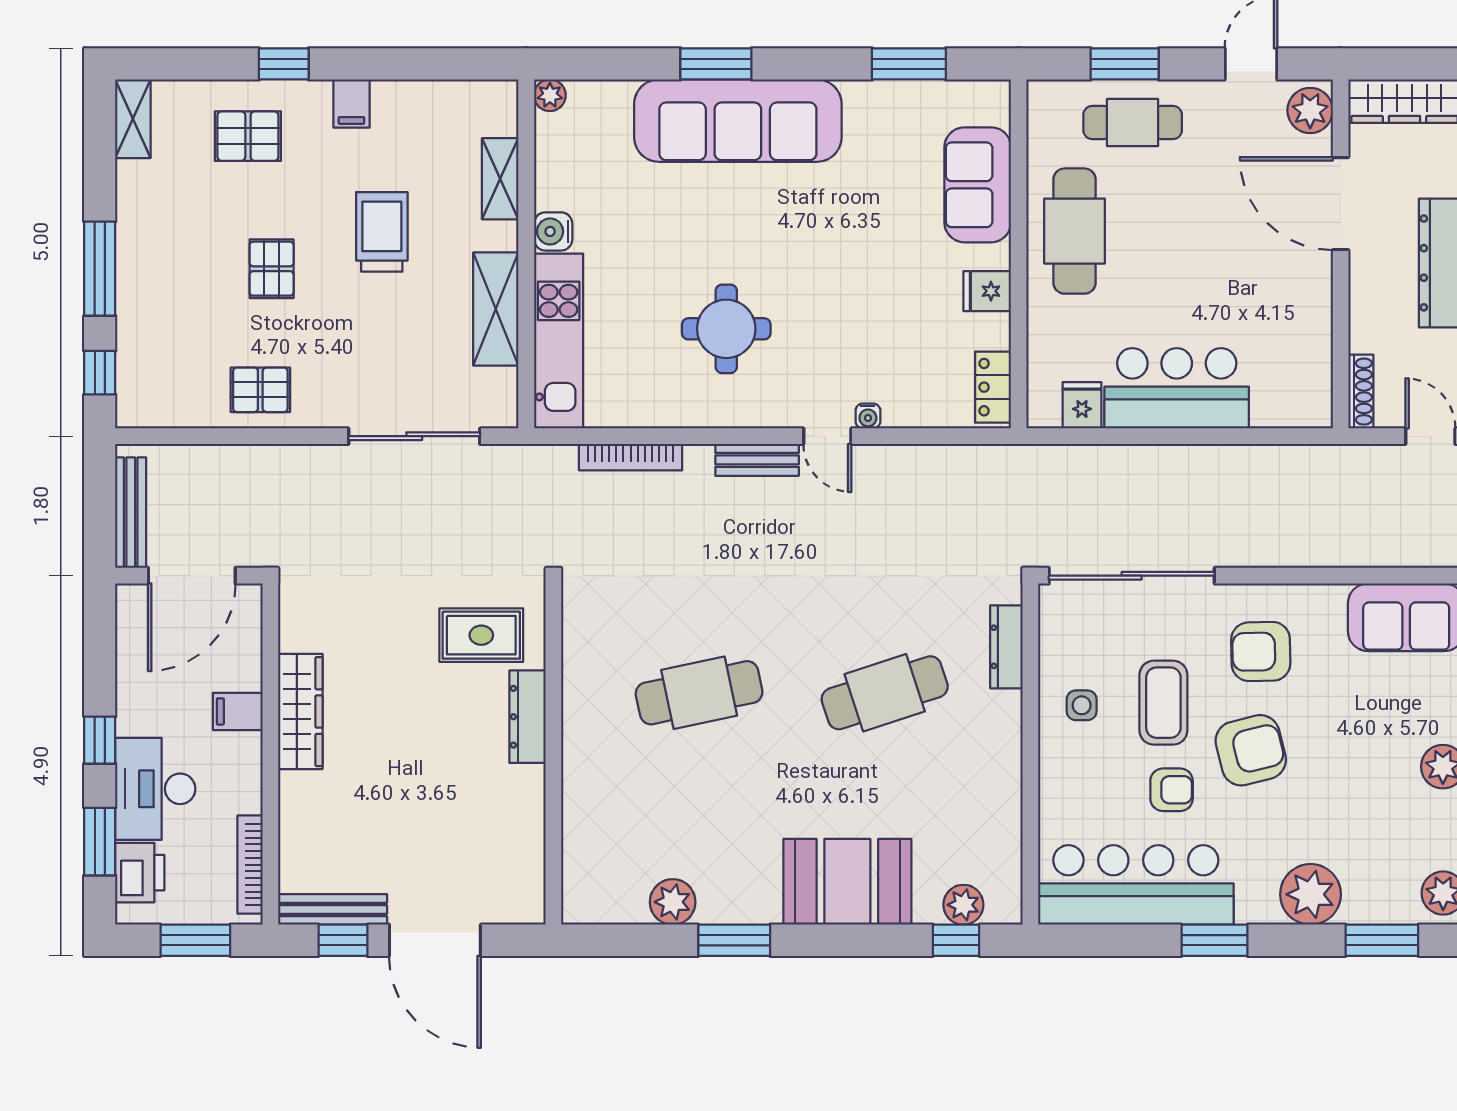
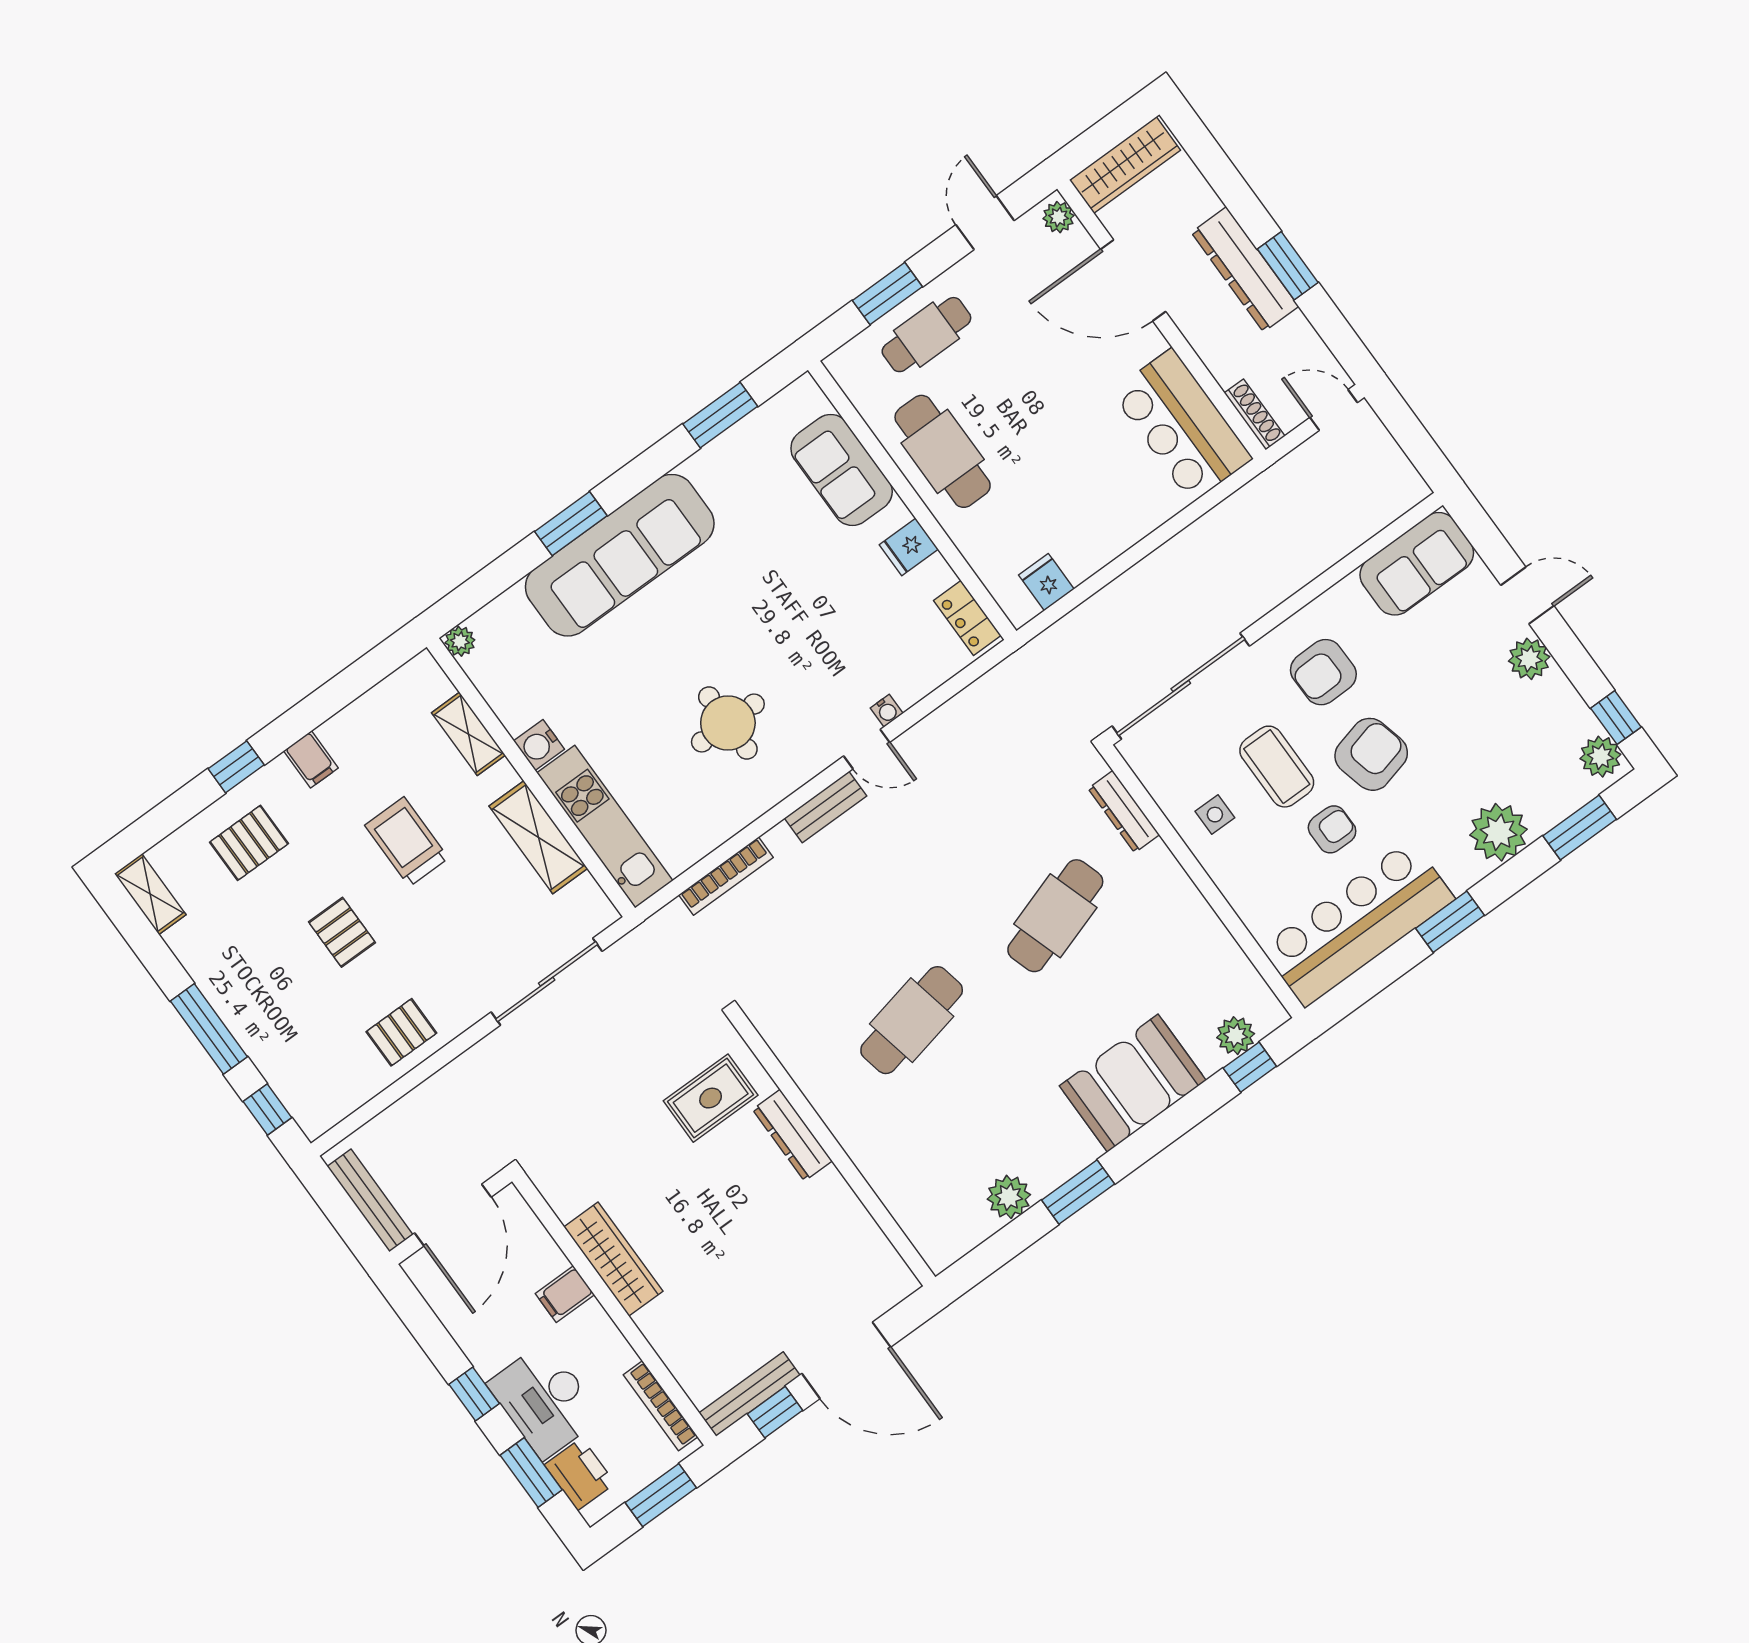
plant: (1310, 110) -> (1058, 217), width x0.73, depth x0.73
bar counter: (1177, 388) -> (1182, 425), moved, turned -90

